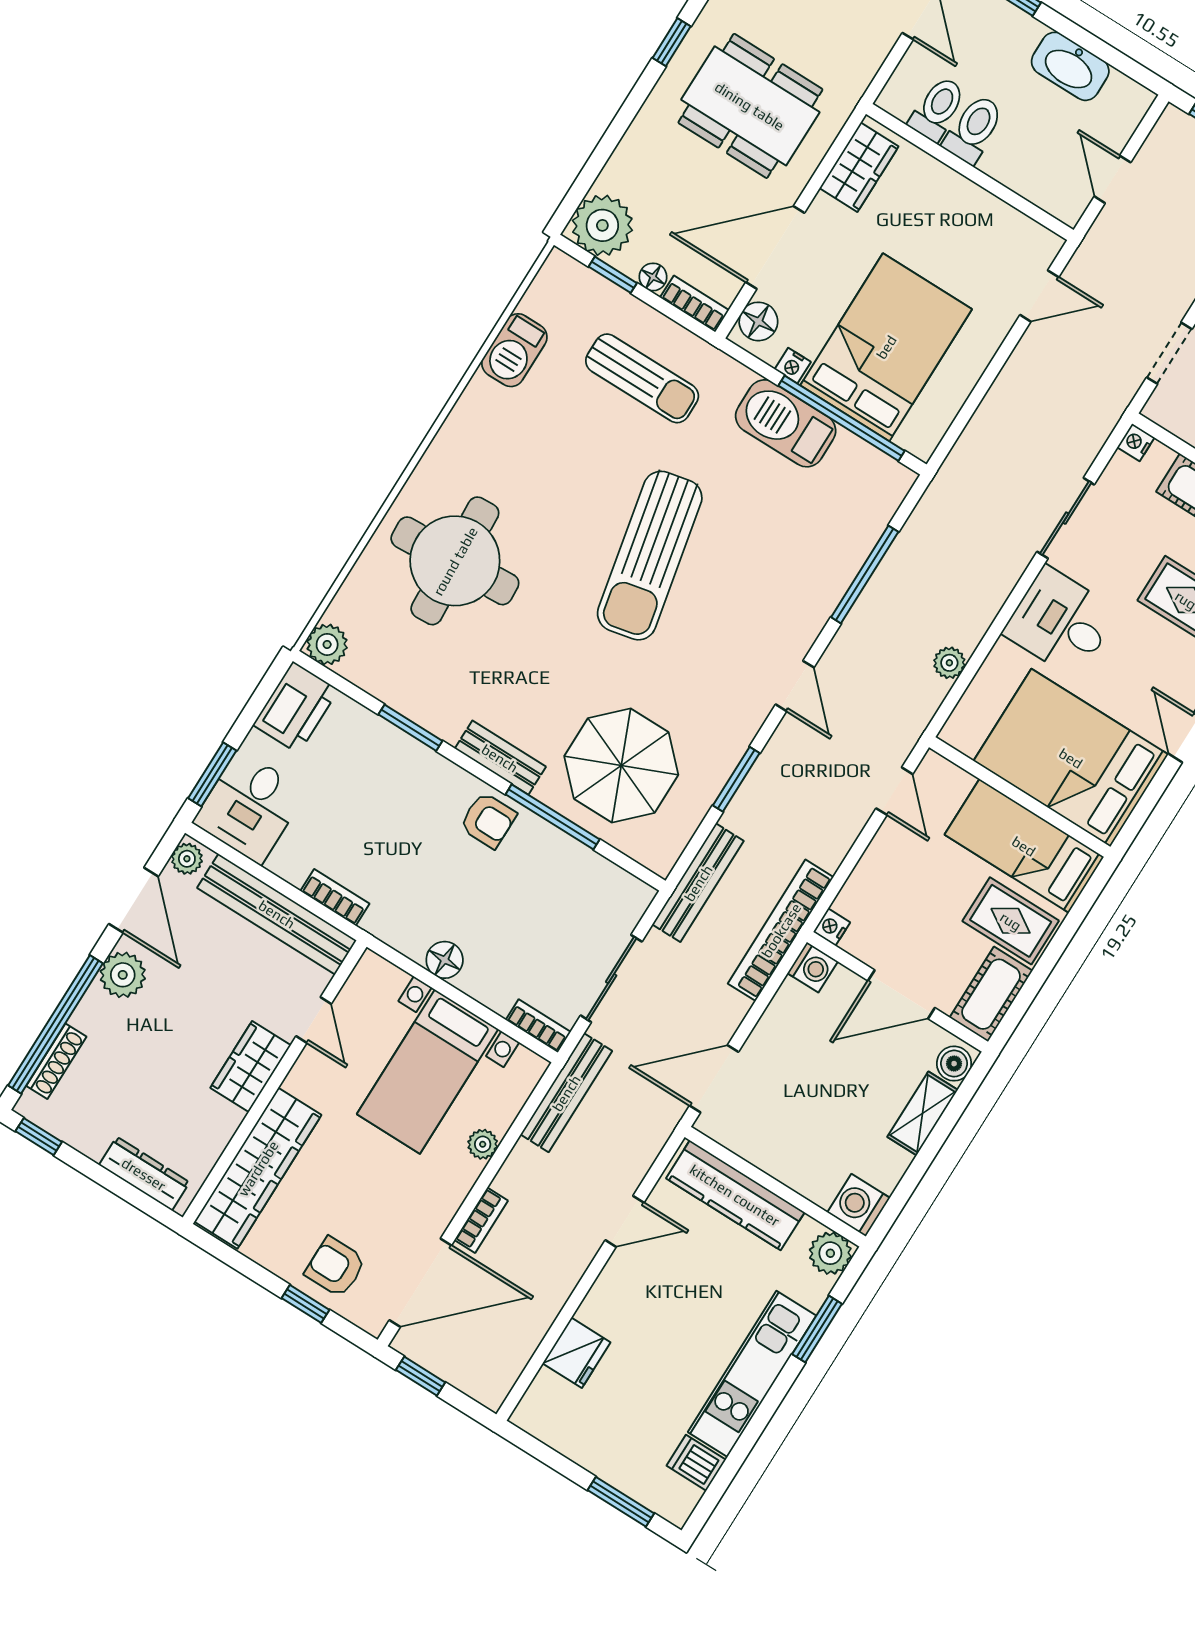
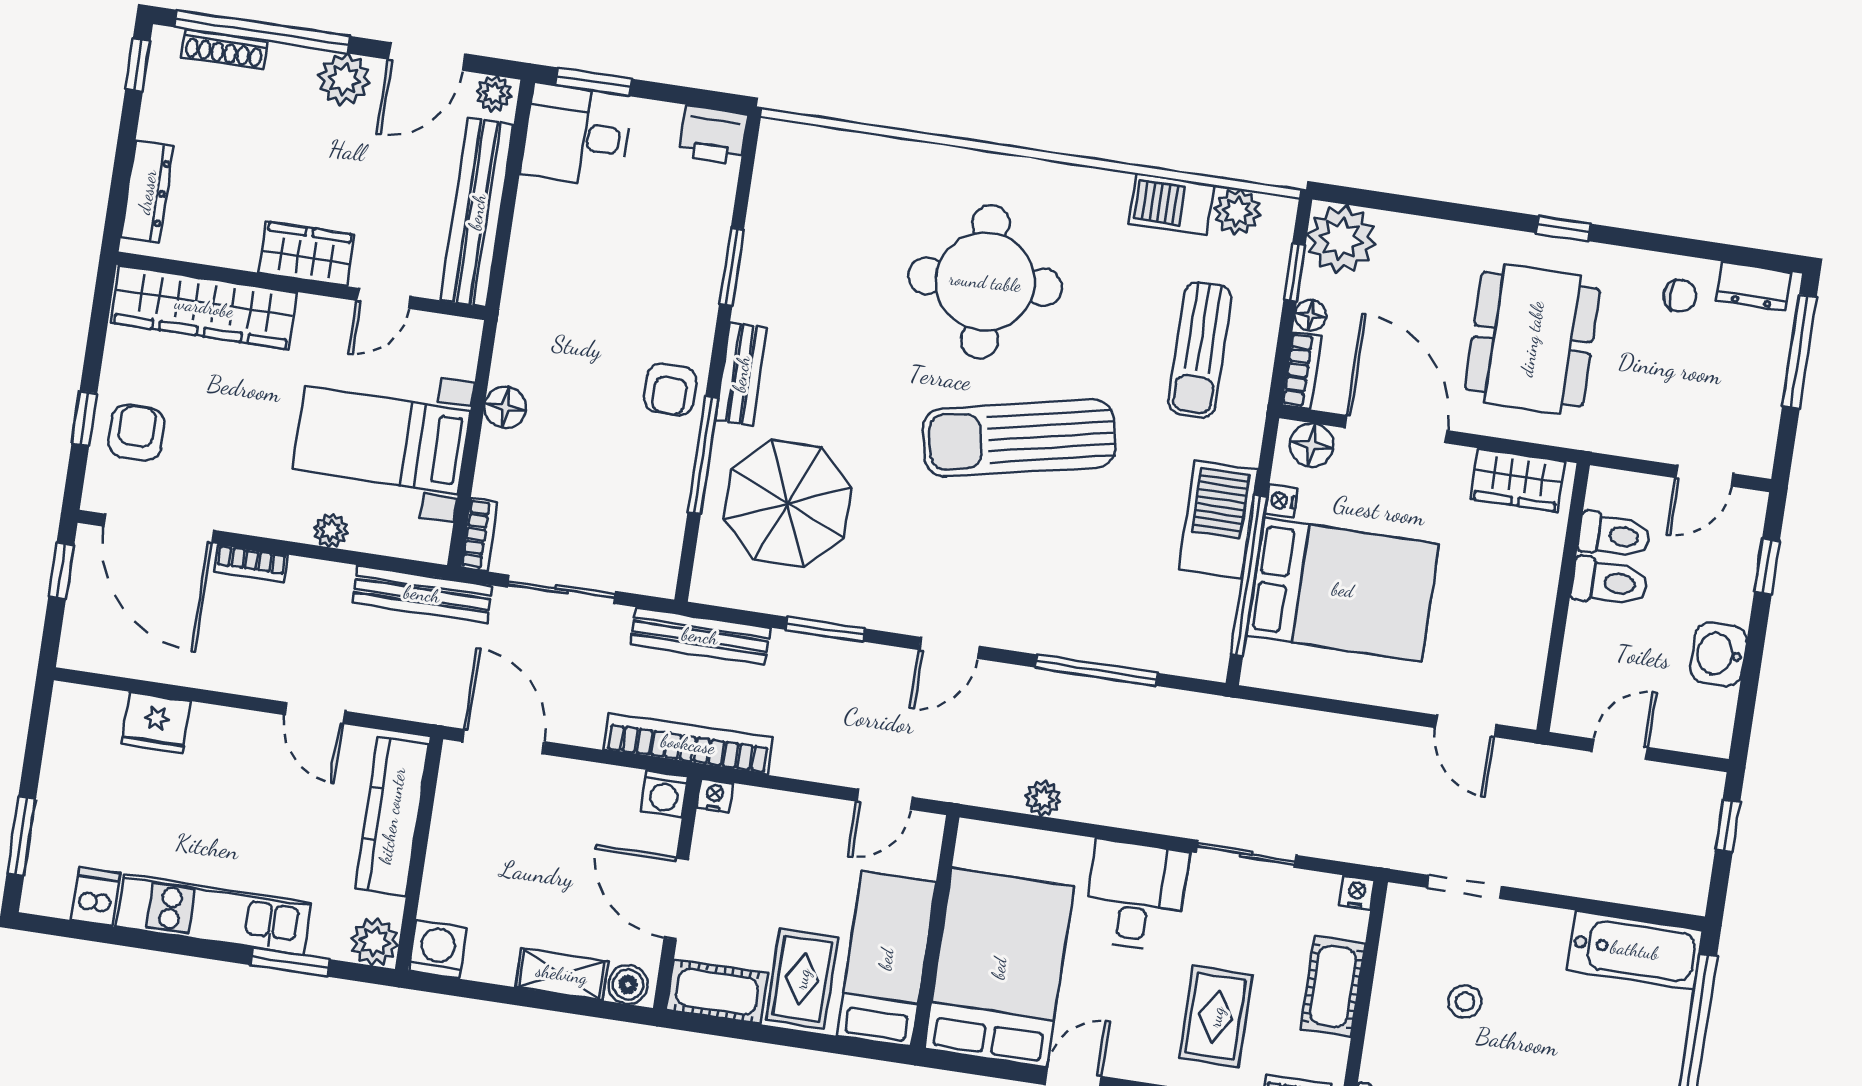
washbasin: (1070, 66) -> (1718, 654), width x0.72
round table: (455, 561) -> (985, 282), moved
plant: (327, 644) -> (1237, 212), moved
printer: (296, 707) -> (713, 135), width x0.73, depth x0.84
bookcase: (335, 897) -> (521, 265), removed

